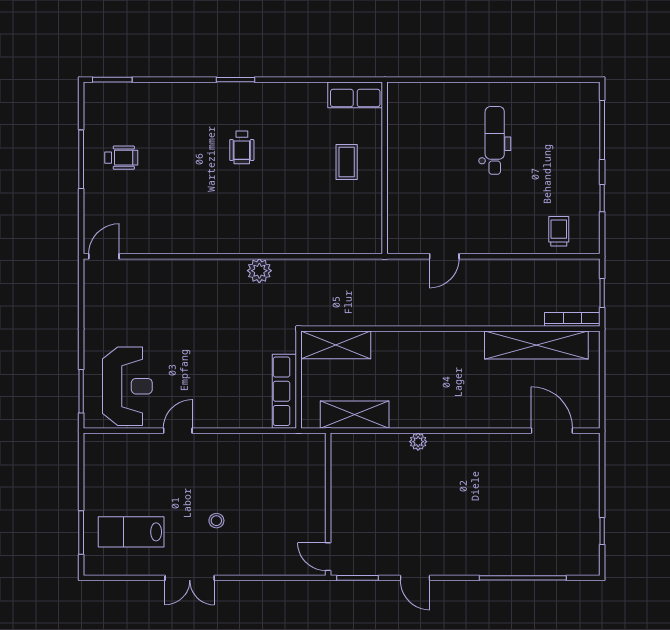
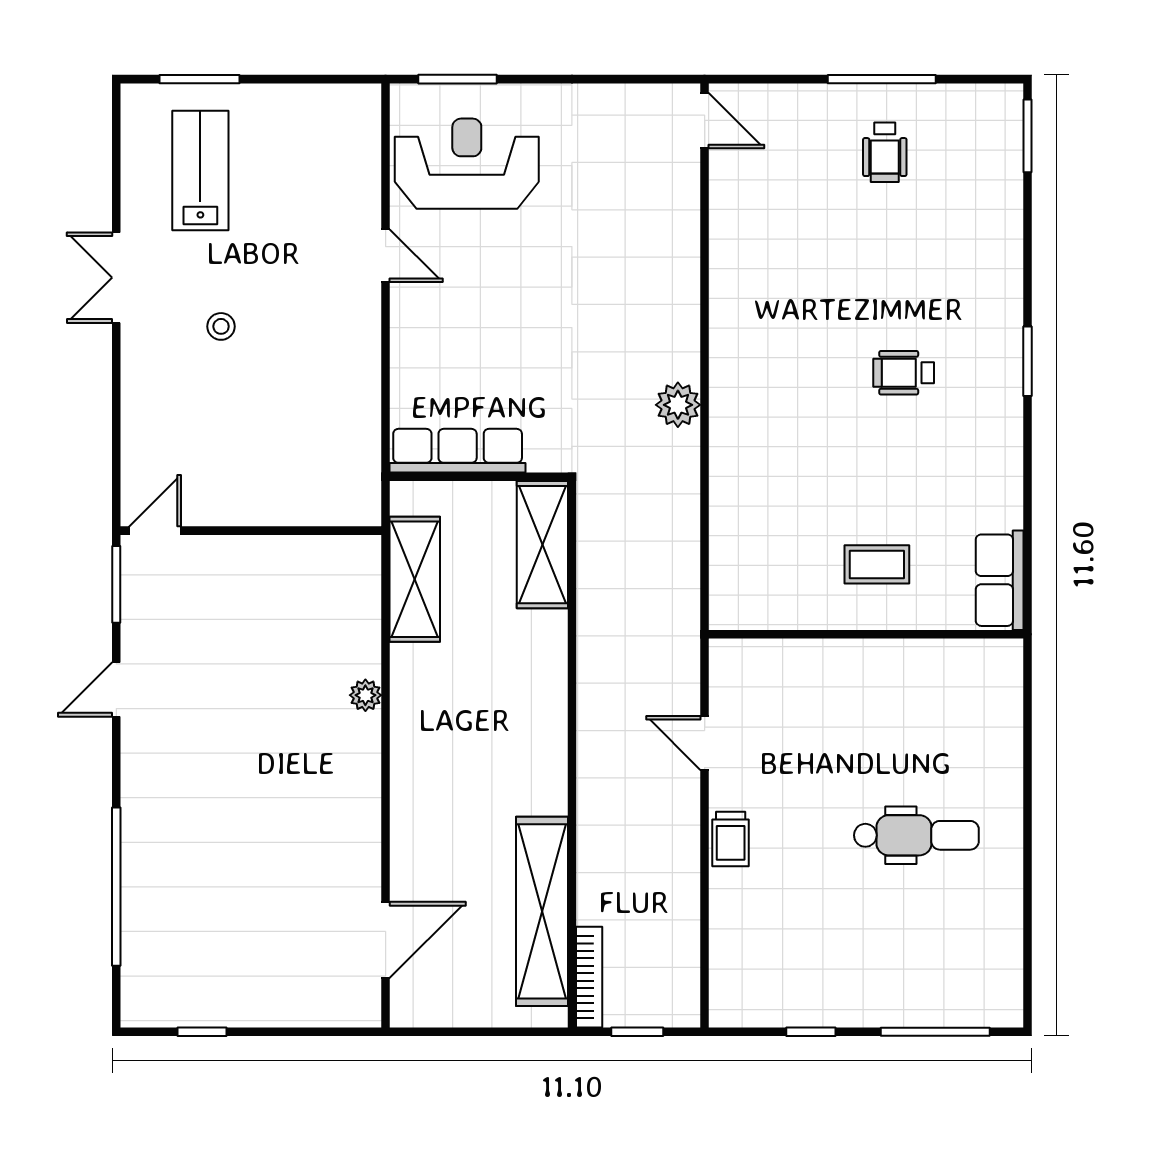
trolley: (559, 231) -> (731, 839), moved, turned 90
reception desk: (127, 386) -> (467, 164), turned 180

